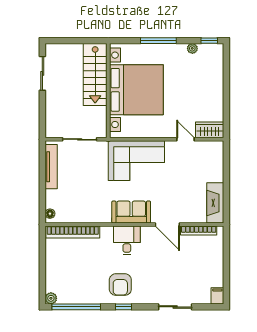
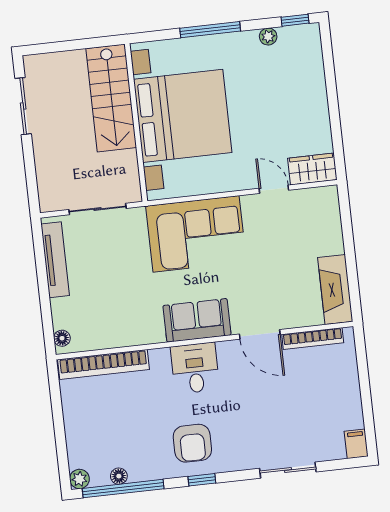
floor lamp: (74, 299) -> (119, 476), added

